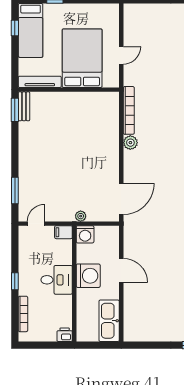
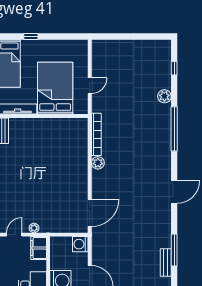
plant: (81, 216) -> (34, 228), moved
filing cabinet: (63, 232) -> (39, 248), width x2.00
washing machine: (85, 234) -> (80, 244), moved, turned 90

